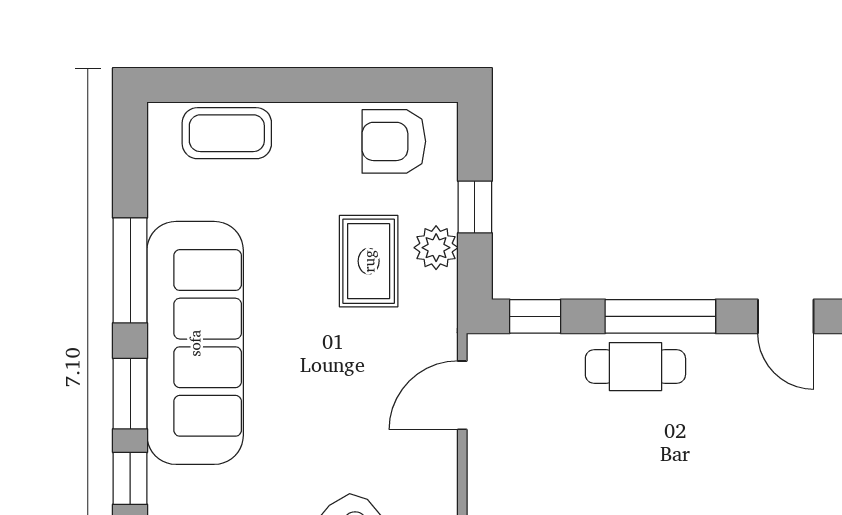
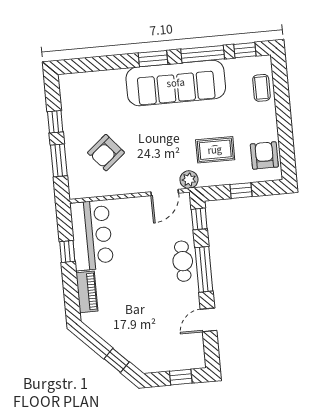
coffee table: (227, 133) -> (261, 88), width x0.73, depth x0.77
plant: (436, 248) -> (189, 180), moved
door: (462, 395) -> (165, 192), swing flipped
window: (130, 478) -> (245, 50), moved

